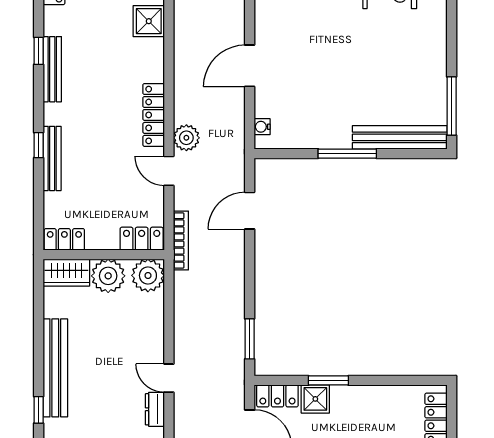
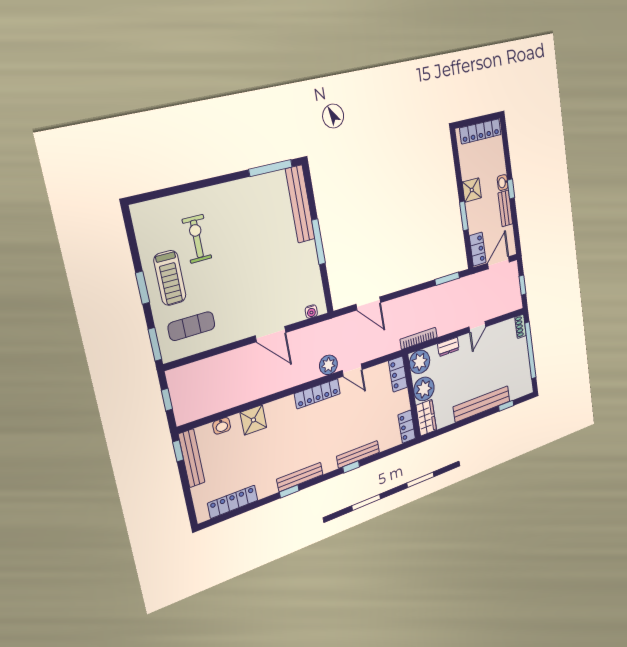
door: (169, 171) -> (352, 370), hinge flipped
bookcase: (181, 240) -> (419, 338), moved
shower: (315, 399) -> (472, 190), moved
dresser: (155, 409) -> (448, 347), moved

